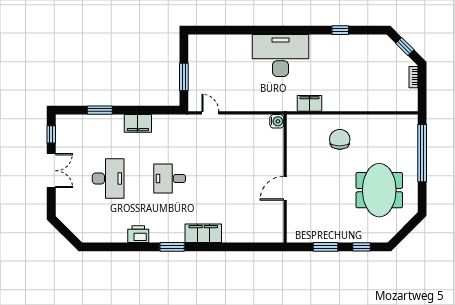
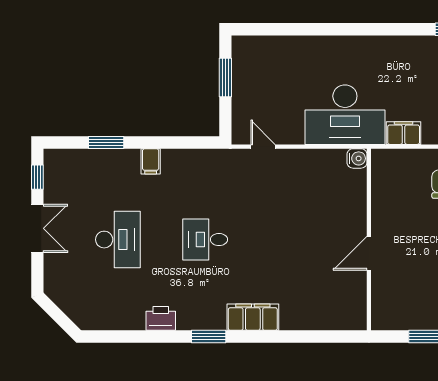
desk: (280, 56) -> (345, 115), moved, turned 180
window: (184, 77) -> (225, 77), moved
filing cabinet: (138, 123) -> (151, 161), width x0.50

